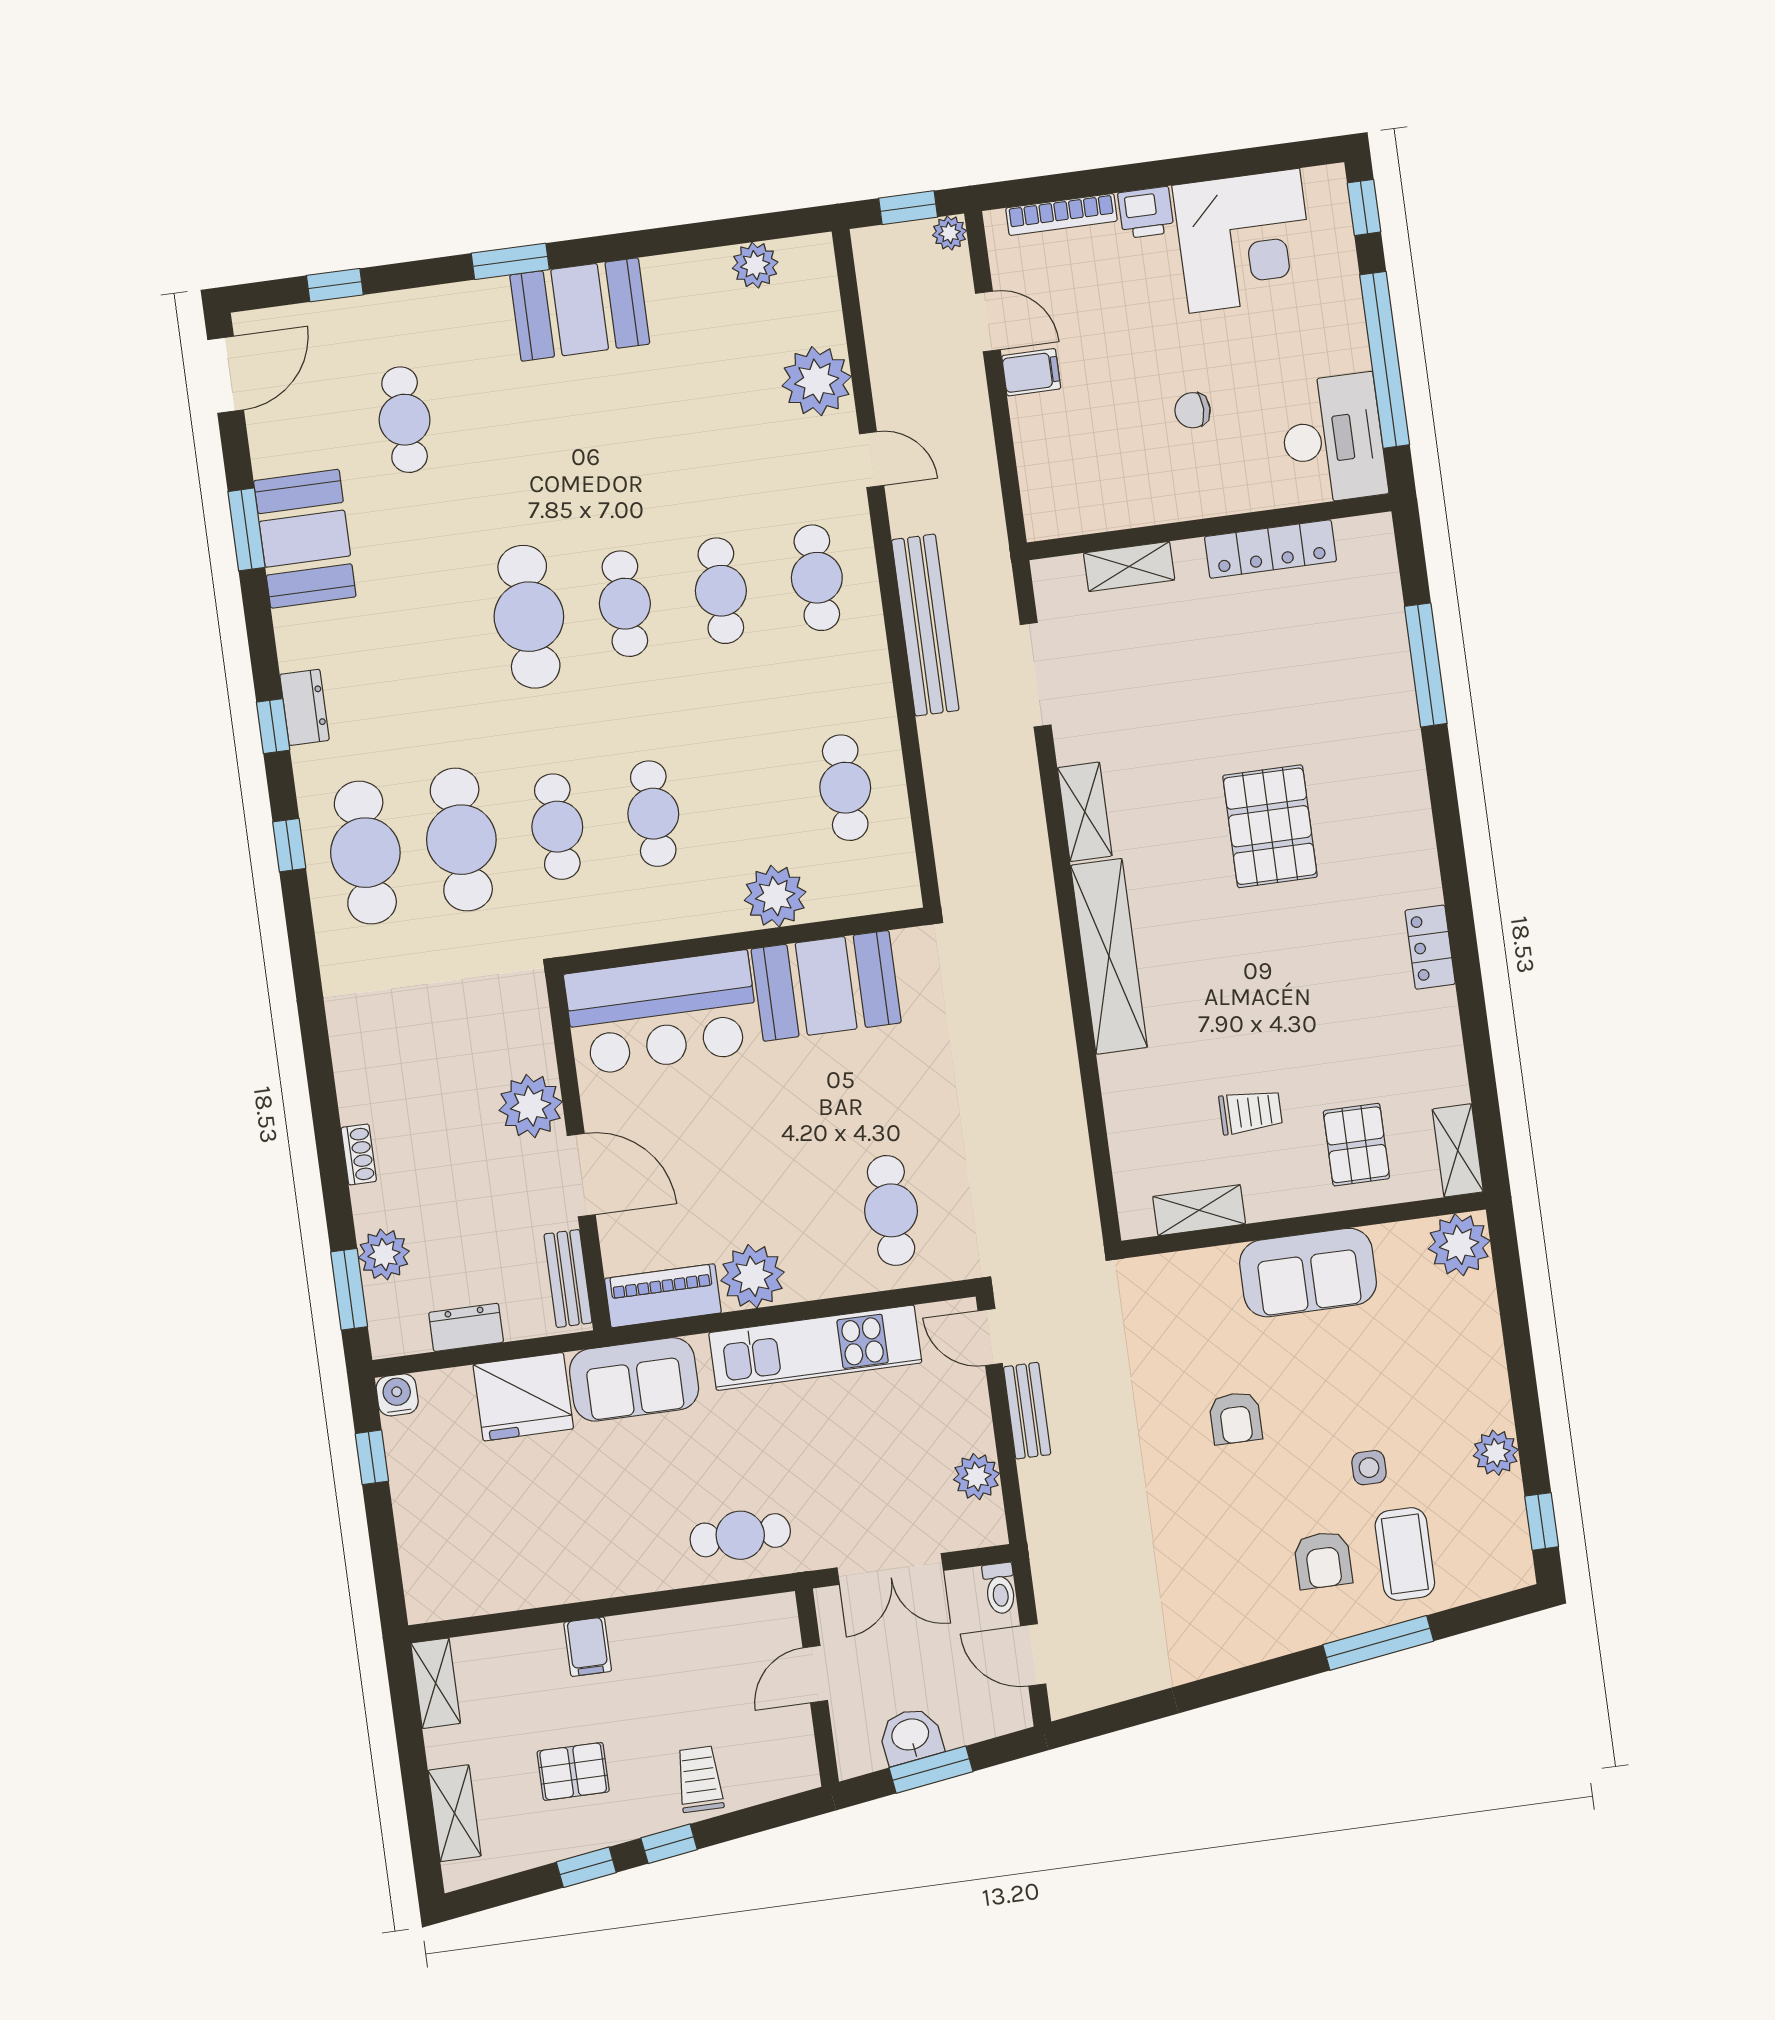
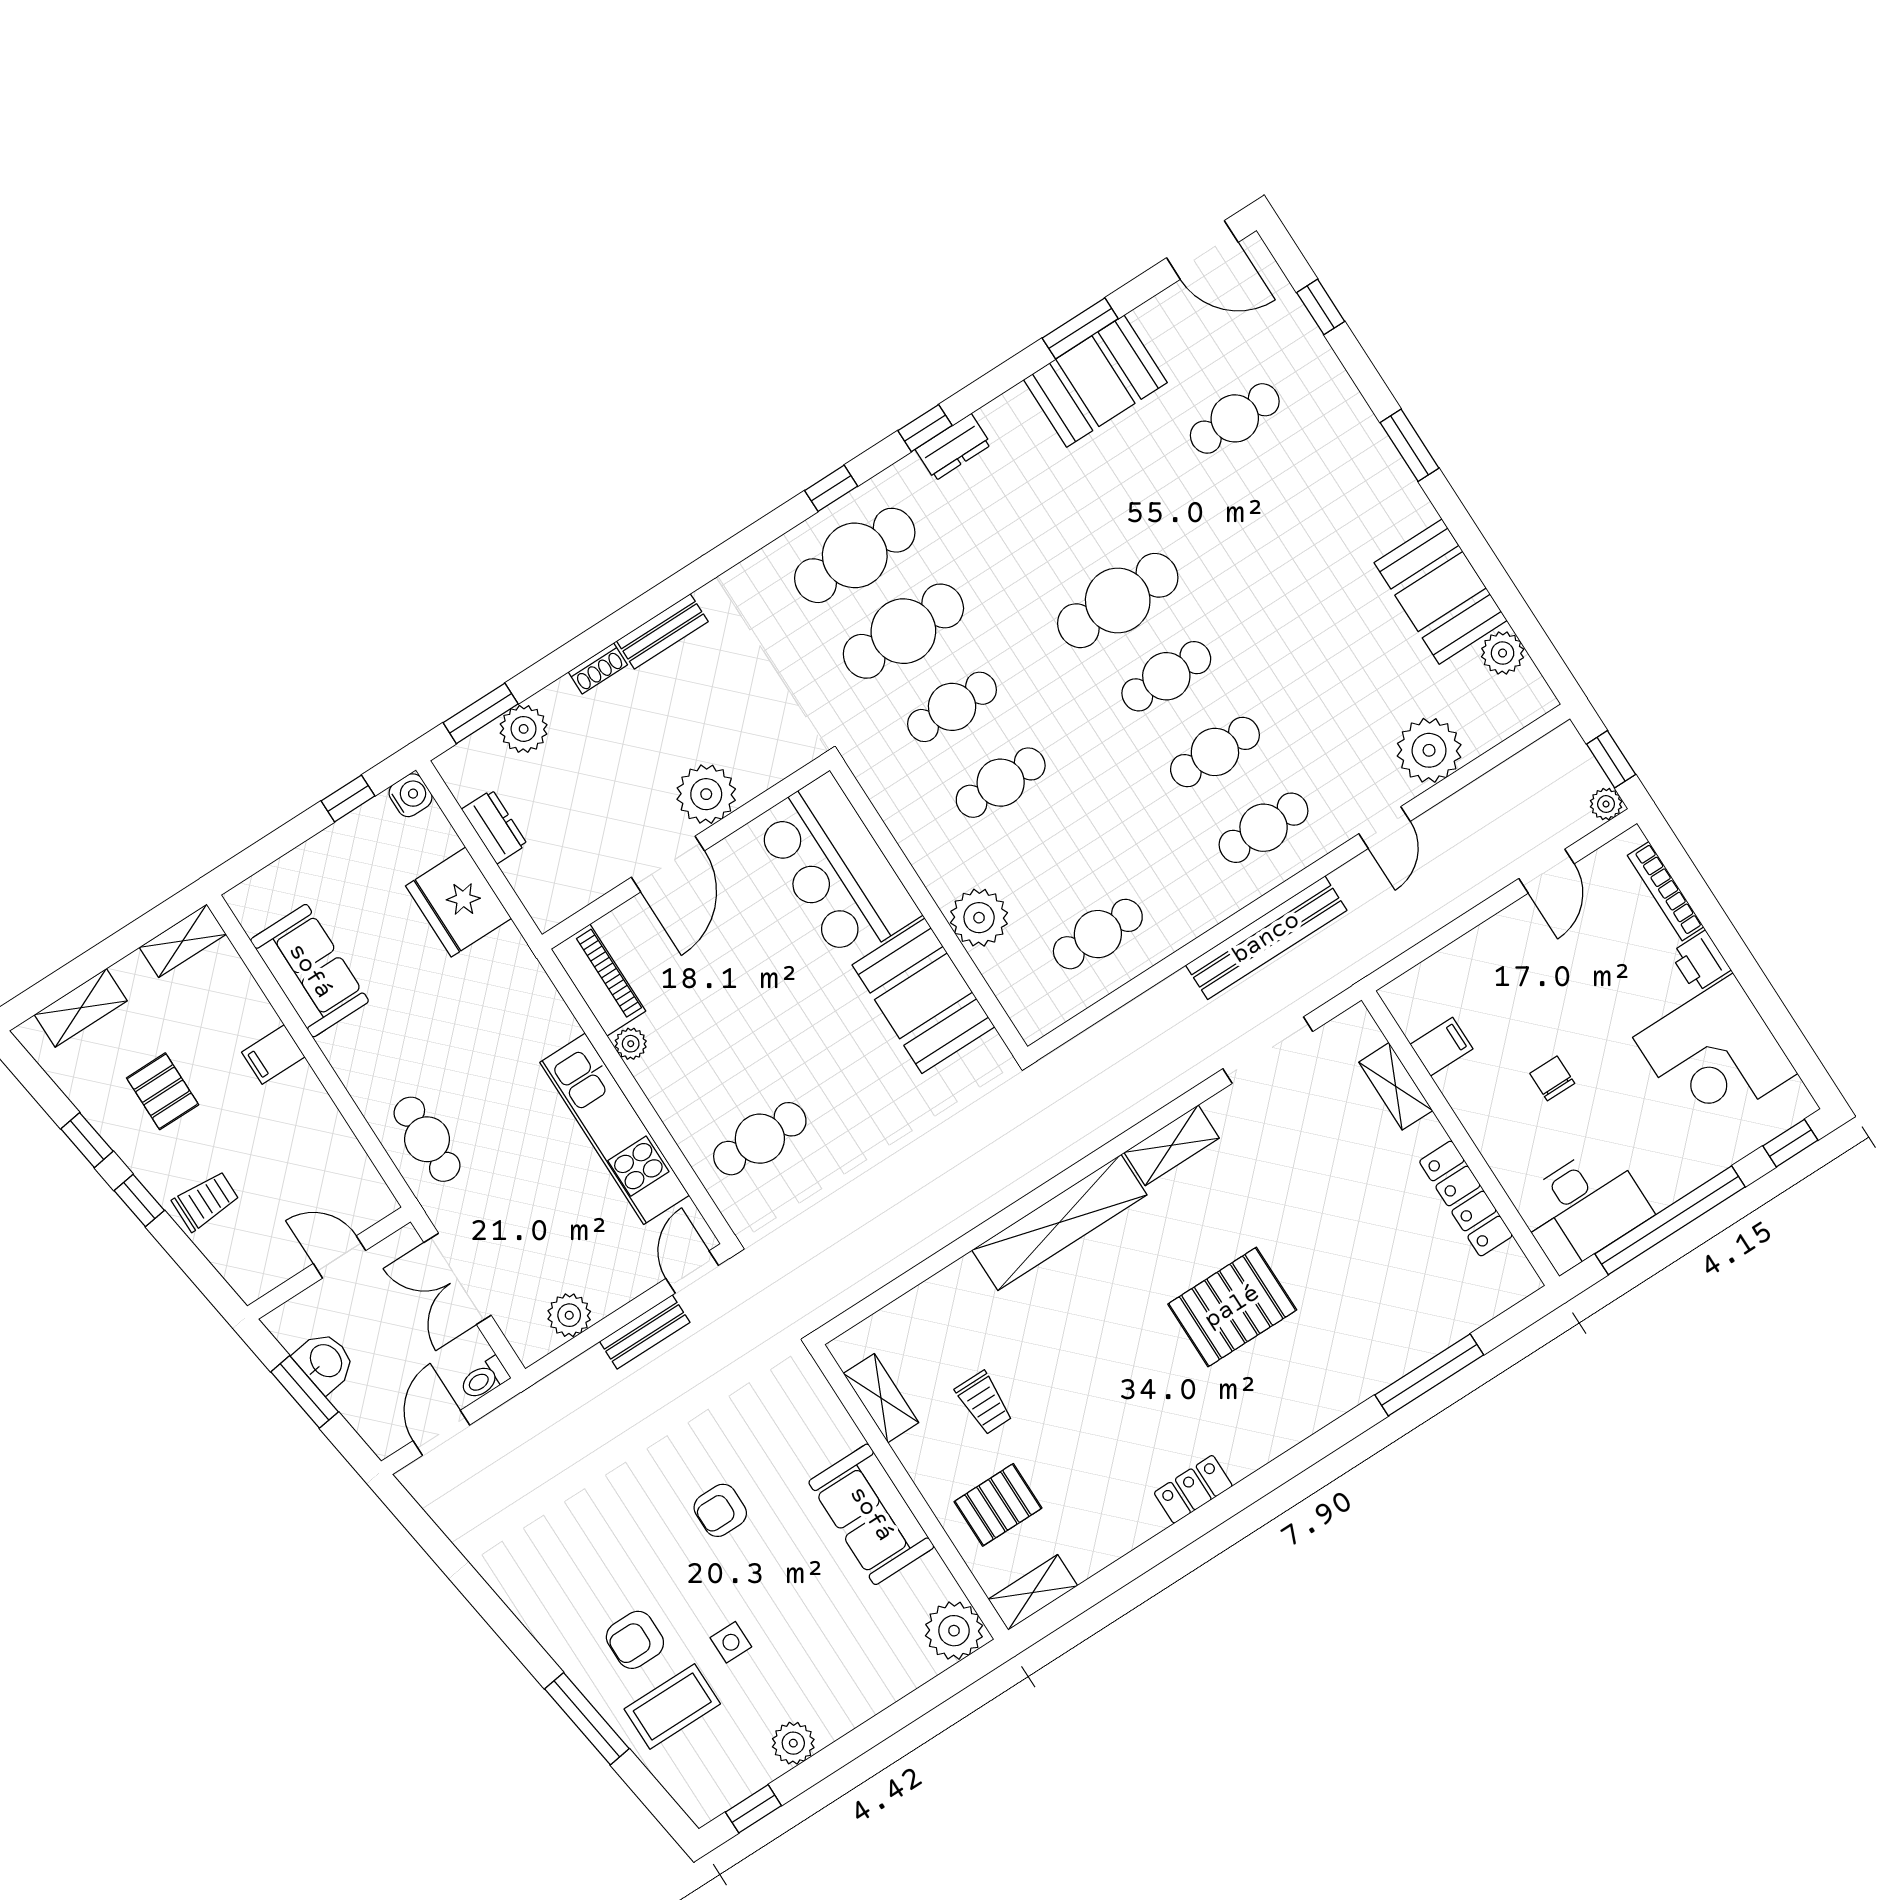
booth: (580, 310) -> (1441, 592), moved
filing cabinet: (1031, 372) -> (1442, 1047), moved, turned -90
plant: (753, 1276) -> (631, 1044), width x0.53, depth x0.53
bench: (568, 1278) -> (662, 631), moved
sofa: (634, 1379) -> (310, 971), moved, turned 180

